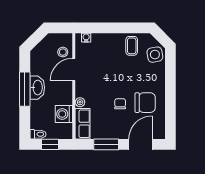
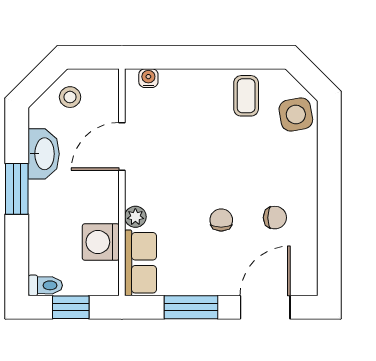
stool: (63, 52) -> (70, 97), moved
washbasin: (37, 88) -> (44, 154), moved
window: (25, 89) -> (17, 189), width x0.69
chair: (145, 103) -> (275, 218), width x0.54, depth x0.54

